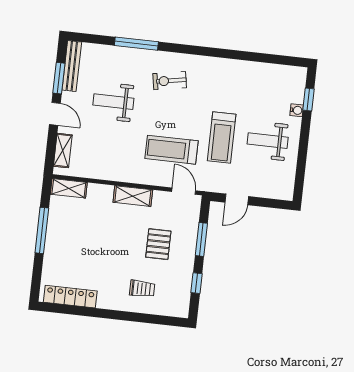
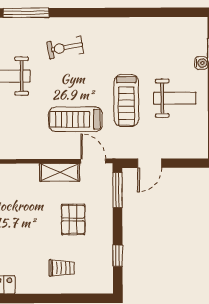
weight bench: (268, 141) -> (175, 98), turned 180
shelving: (133, 196) -> (60, 172), moved
window: (201, 239) -> (117, 190), moved

